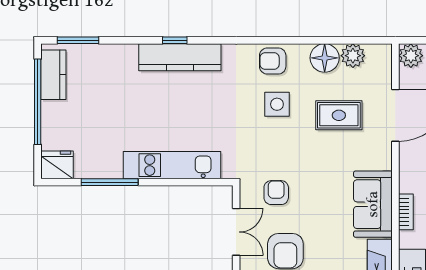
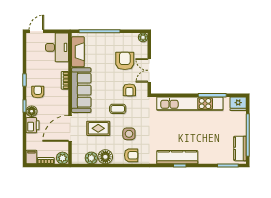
coffee table: (300, 154) -> (118, 109), added
kitchen unit: (172, 165) -> (190, 104), width x1.36
sofa: (373, 204) -> (81, 90), width x1.36

